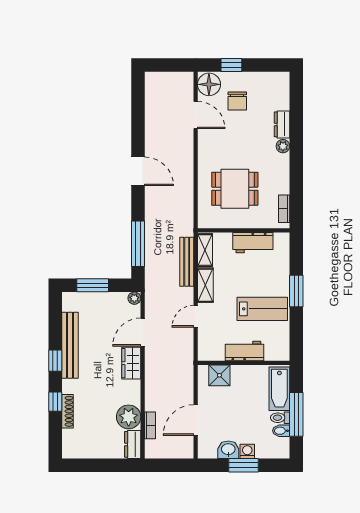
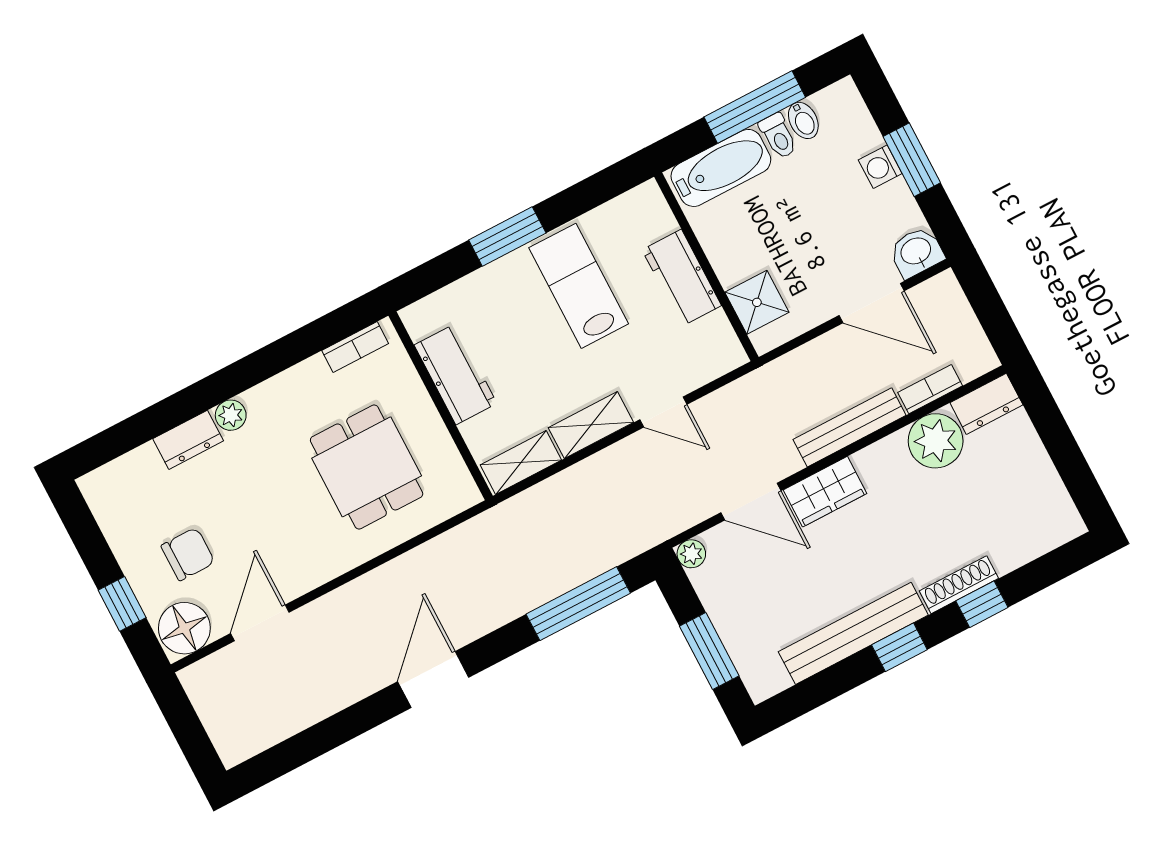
bench: (187, 262) -> (849, 427), moved
shoe rack: (67, 411) -> (959, 585), moved
washbasin: (228, 450) -> (916, 252), moved, turned 90

